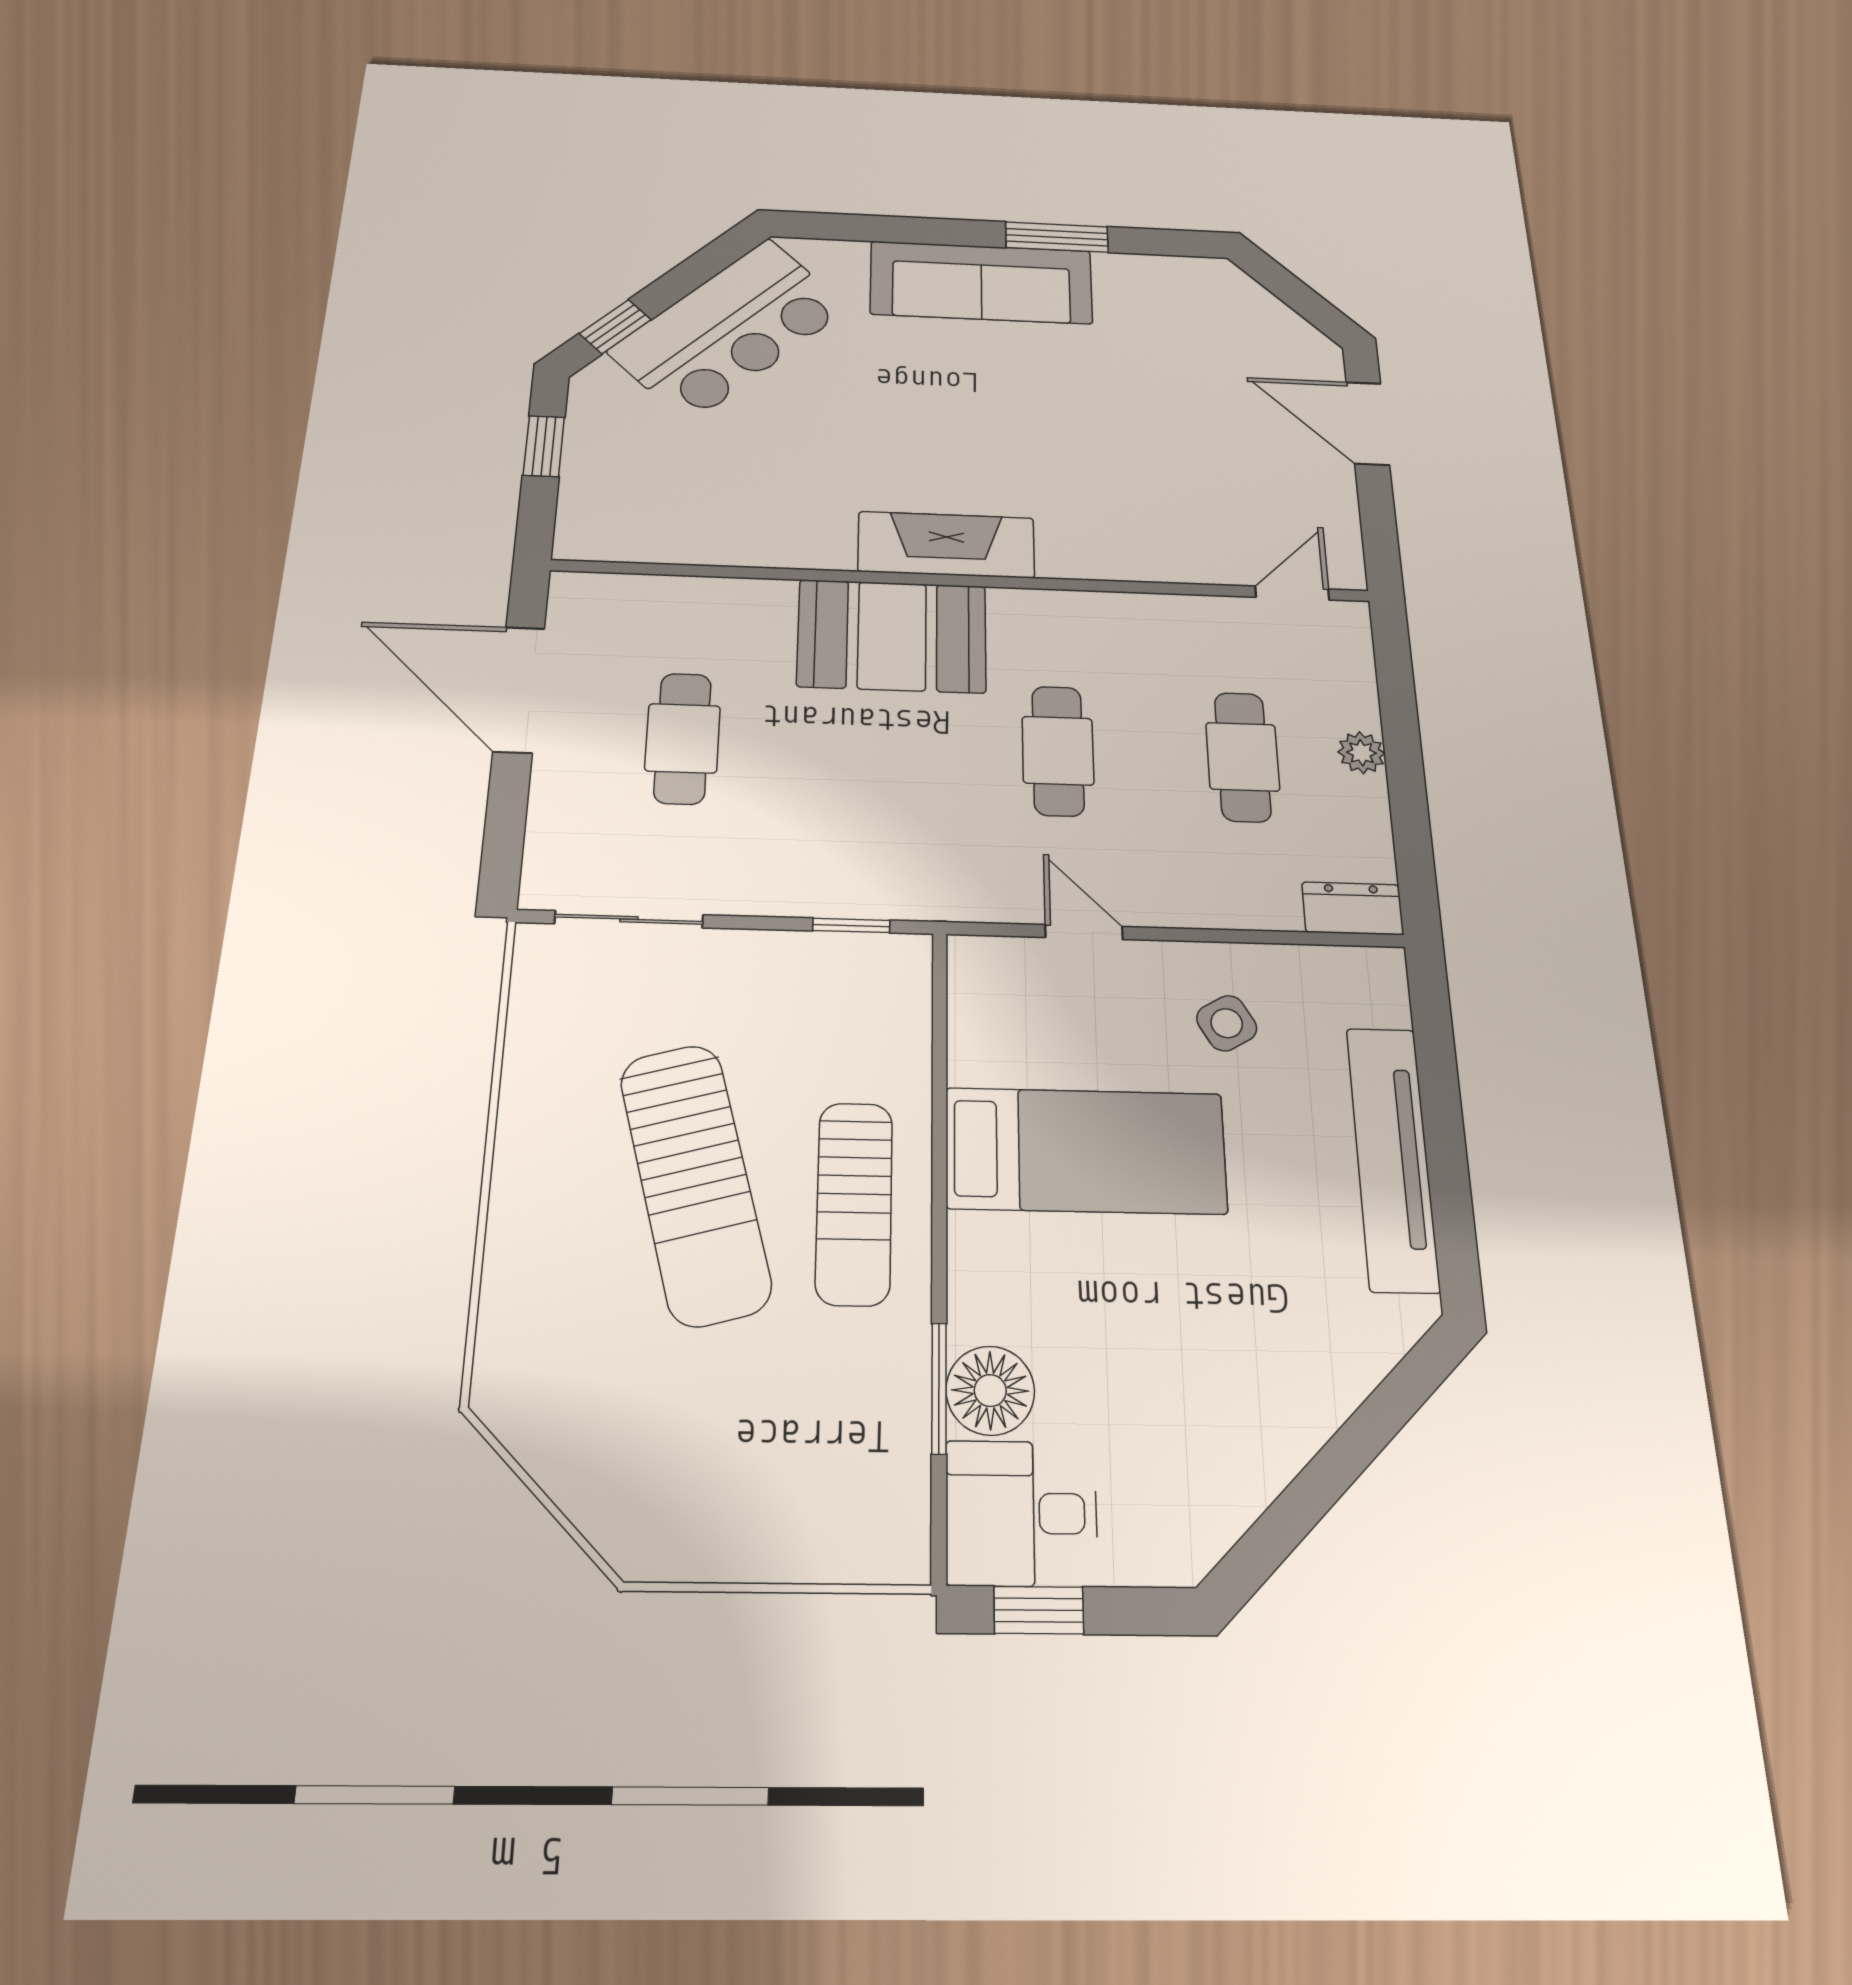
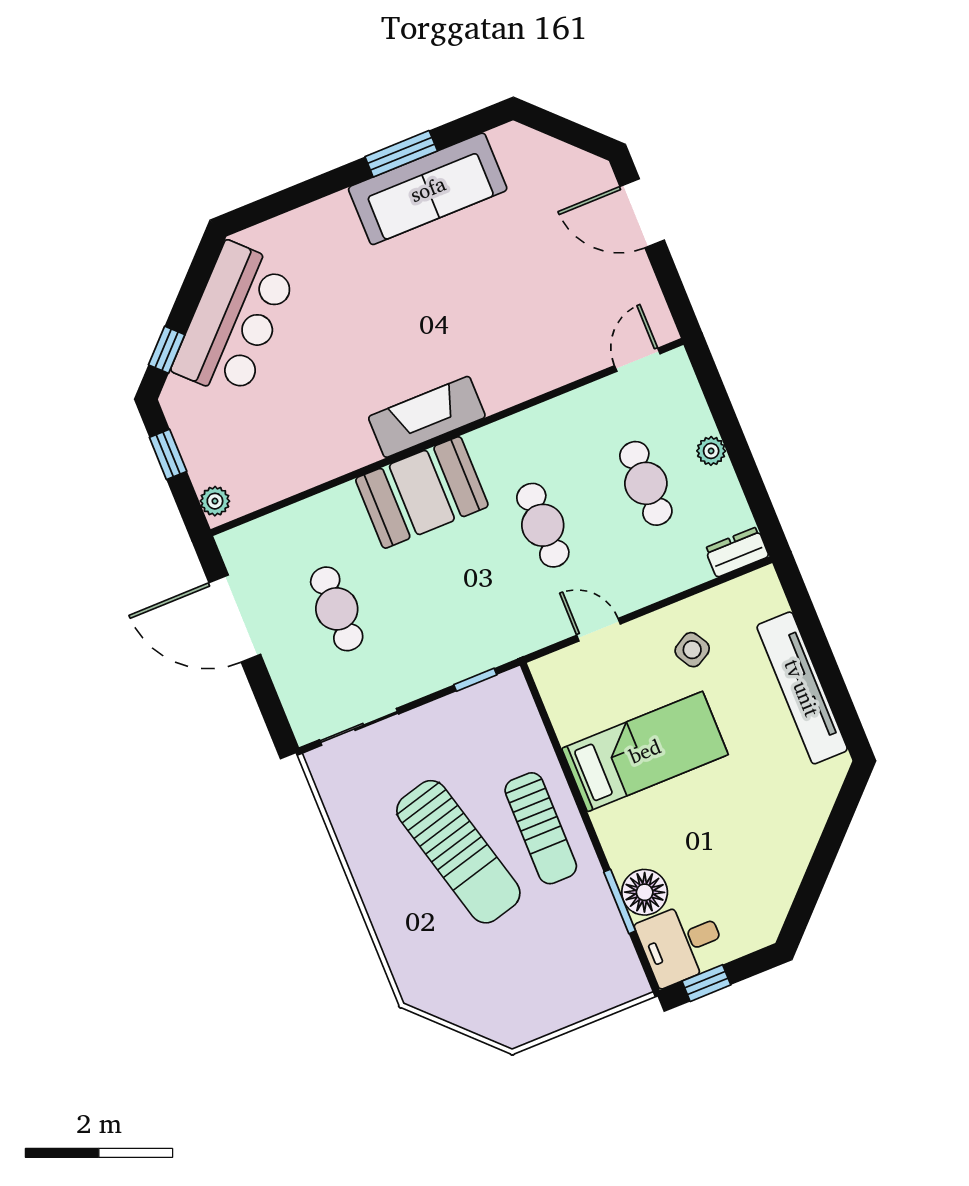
sofa: (981, 282) -> (428, 189), moved
plant: (578, 528) -> (215, 501), added

